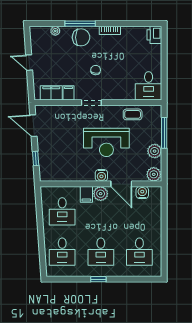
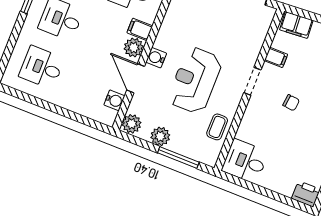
filing cabinet: (51, 93) -> (296, 25), moved, turned 86
door: (121, 184) -> (136, 78), hinge flipped

